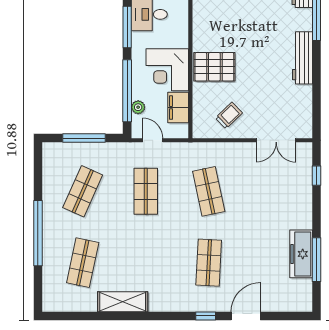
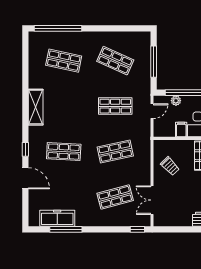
filing cabinet: (178, 108) -> (181, 130), width x0.50
window: (316, 176) -> (137, 229), moved
shop shelf: (272, 191) -> (115, 197), added
window: (38, 233) -> (58, 28), moved
freezer: (301, 254) -> (57, 218), moved
shelving: (123, 302) -> (36, 107), moved

